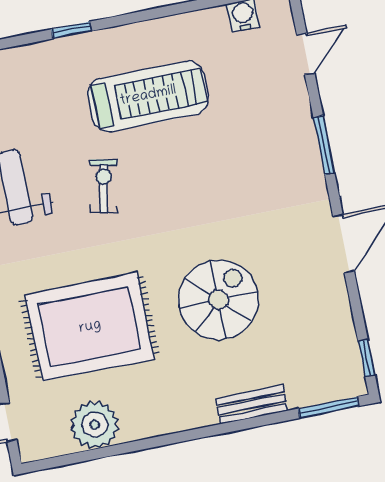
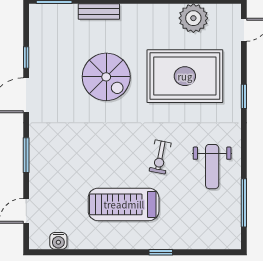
spiral stairs: (218, 300) -> (106, 77), turned -90
window: (366, 358) -> (26, 58), moved

